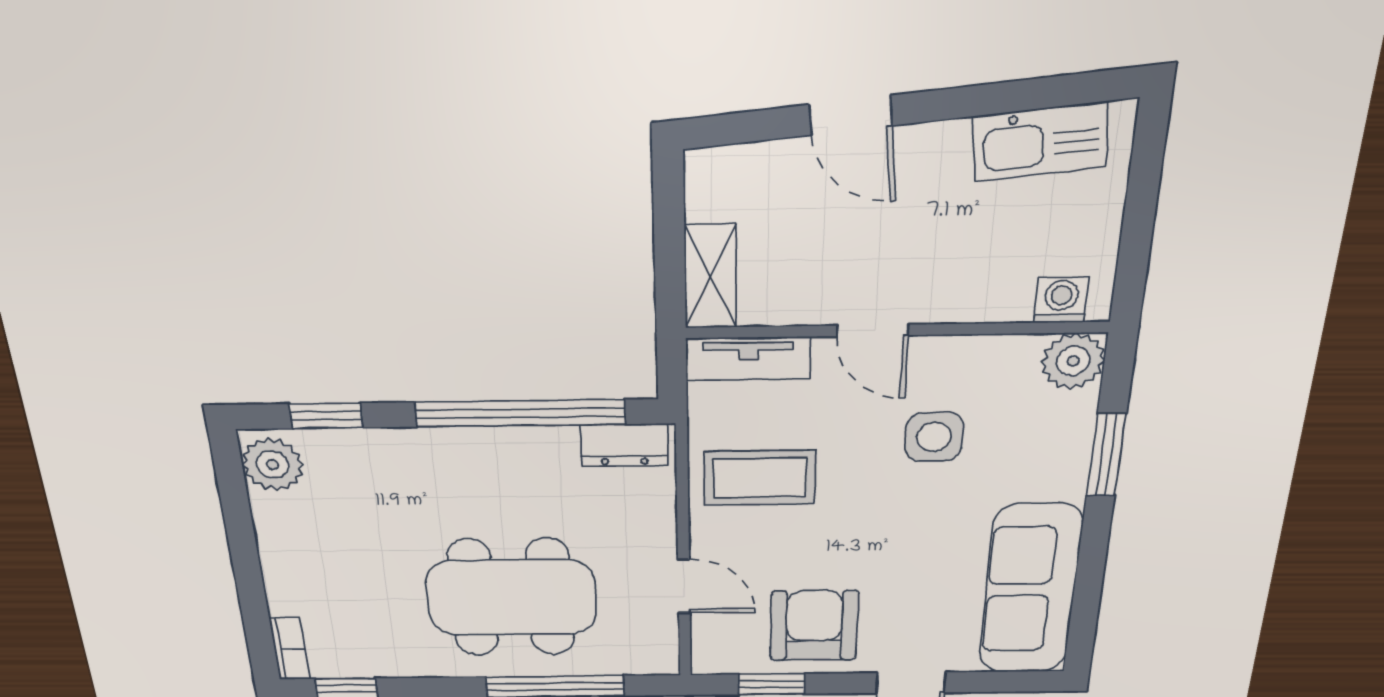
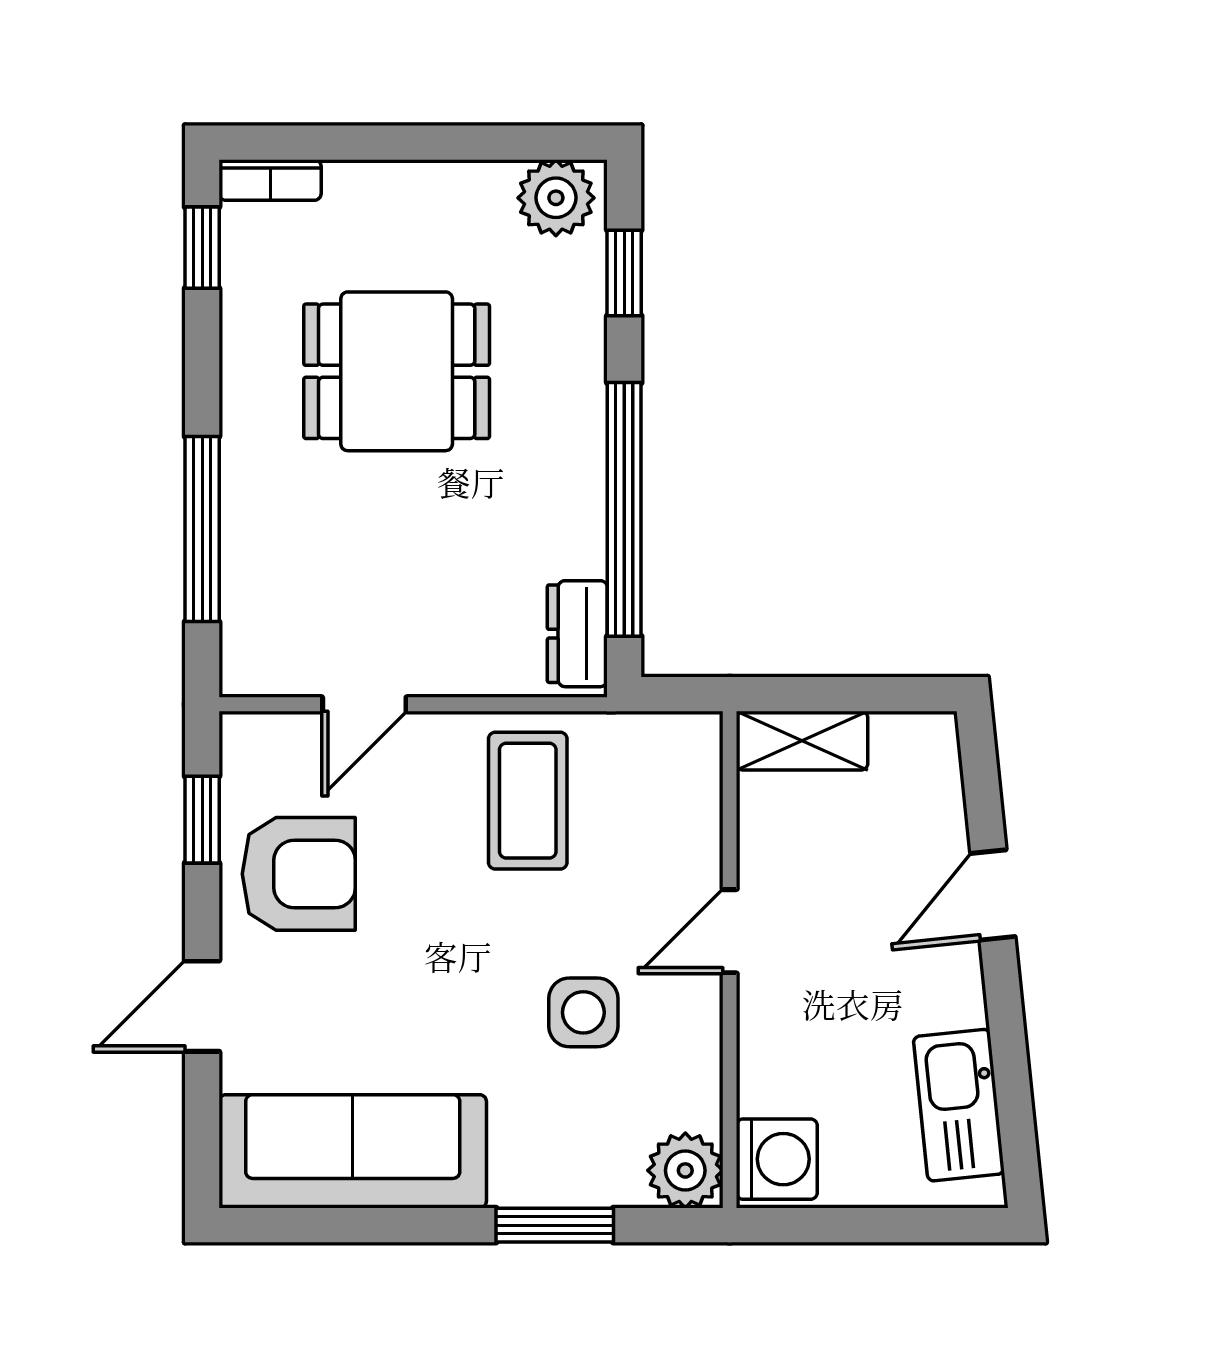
washing machine: (1061, 300) -> (777, 1159), width x1.38, depth x1.38
tv unit: (748, 358) -> (695, 785), removed
dining table: (511, 598) -> (397, 371), moved, width x0.73

